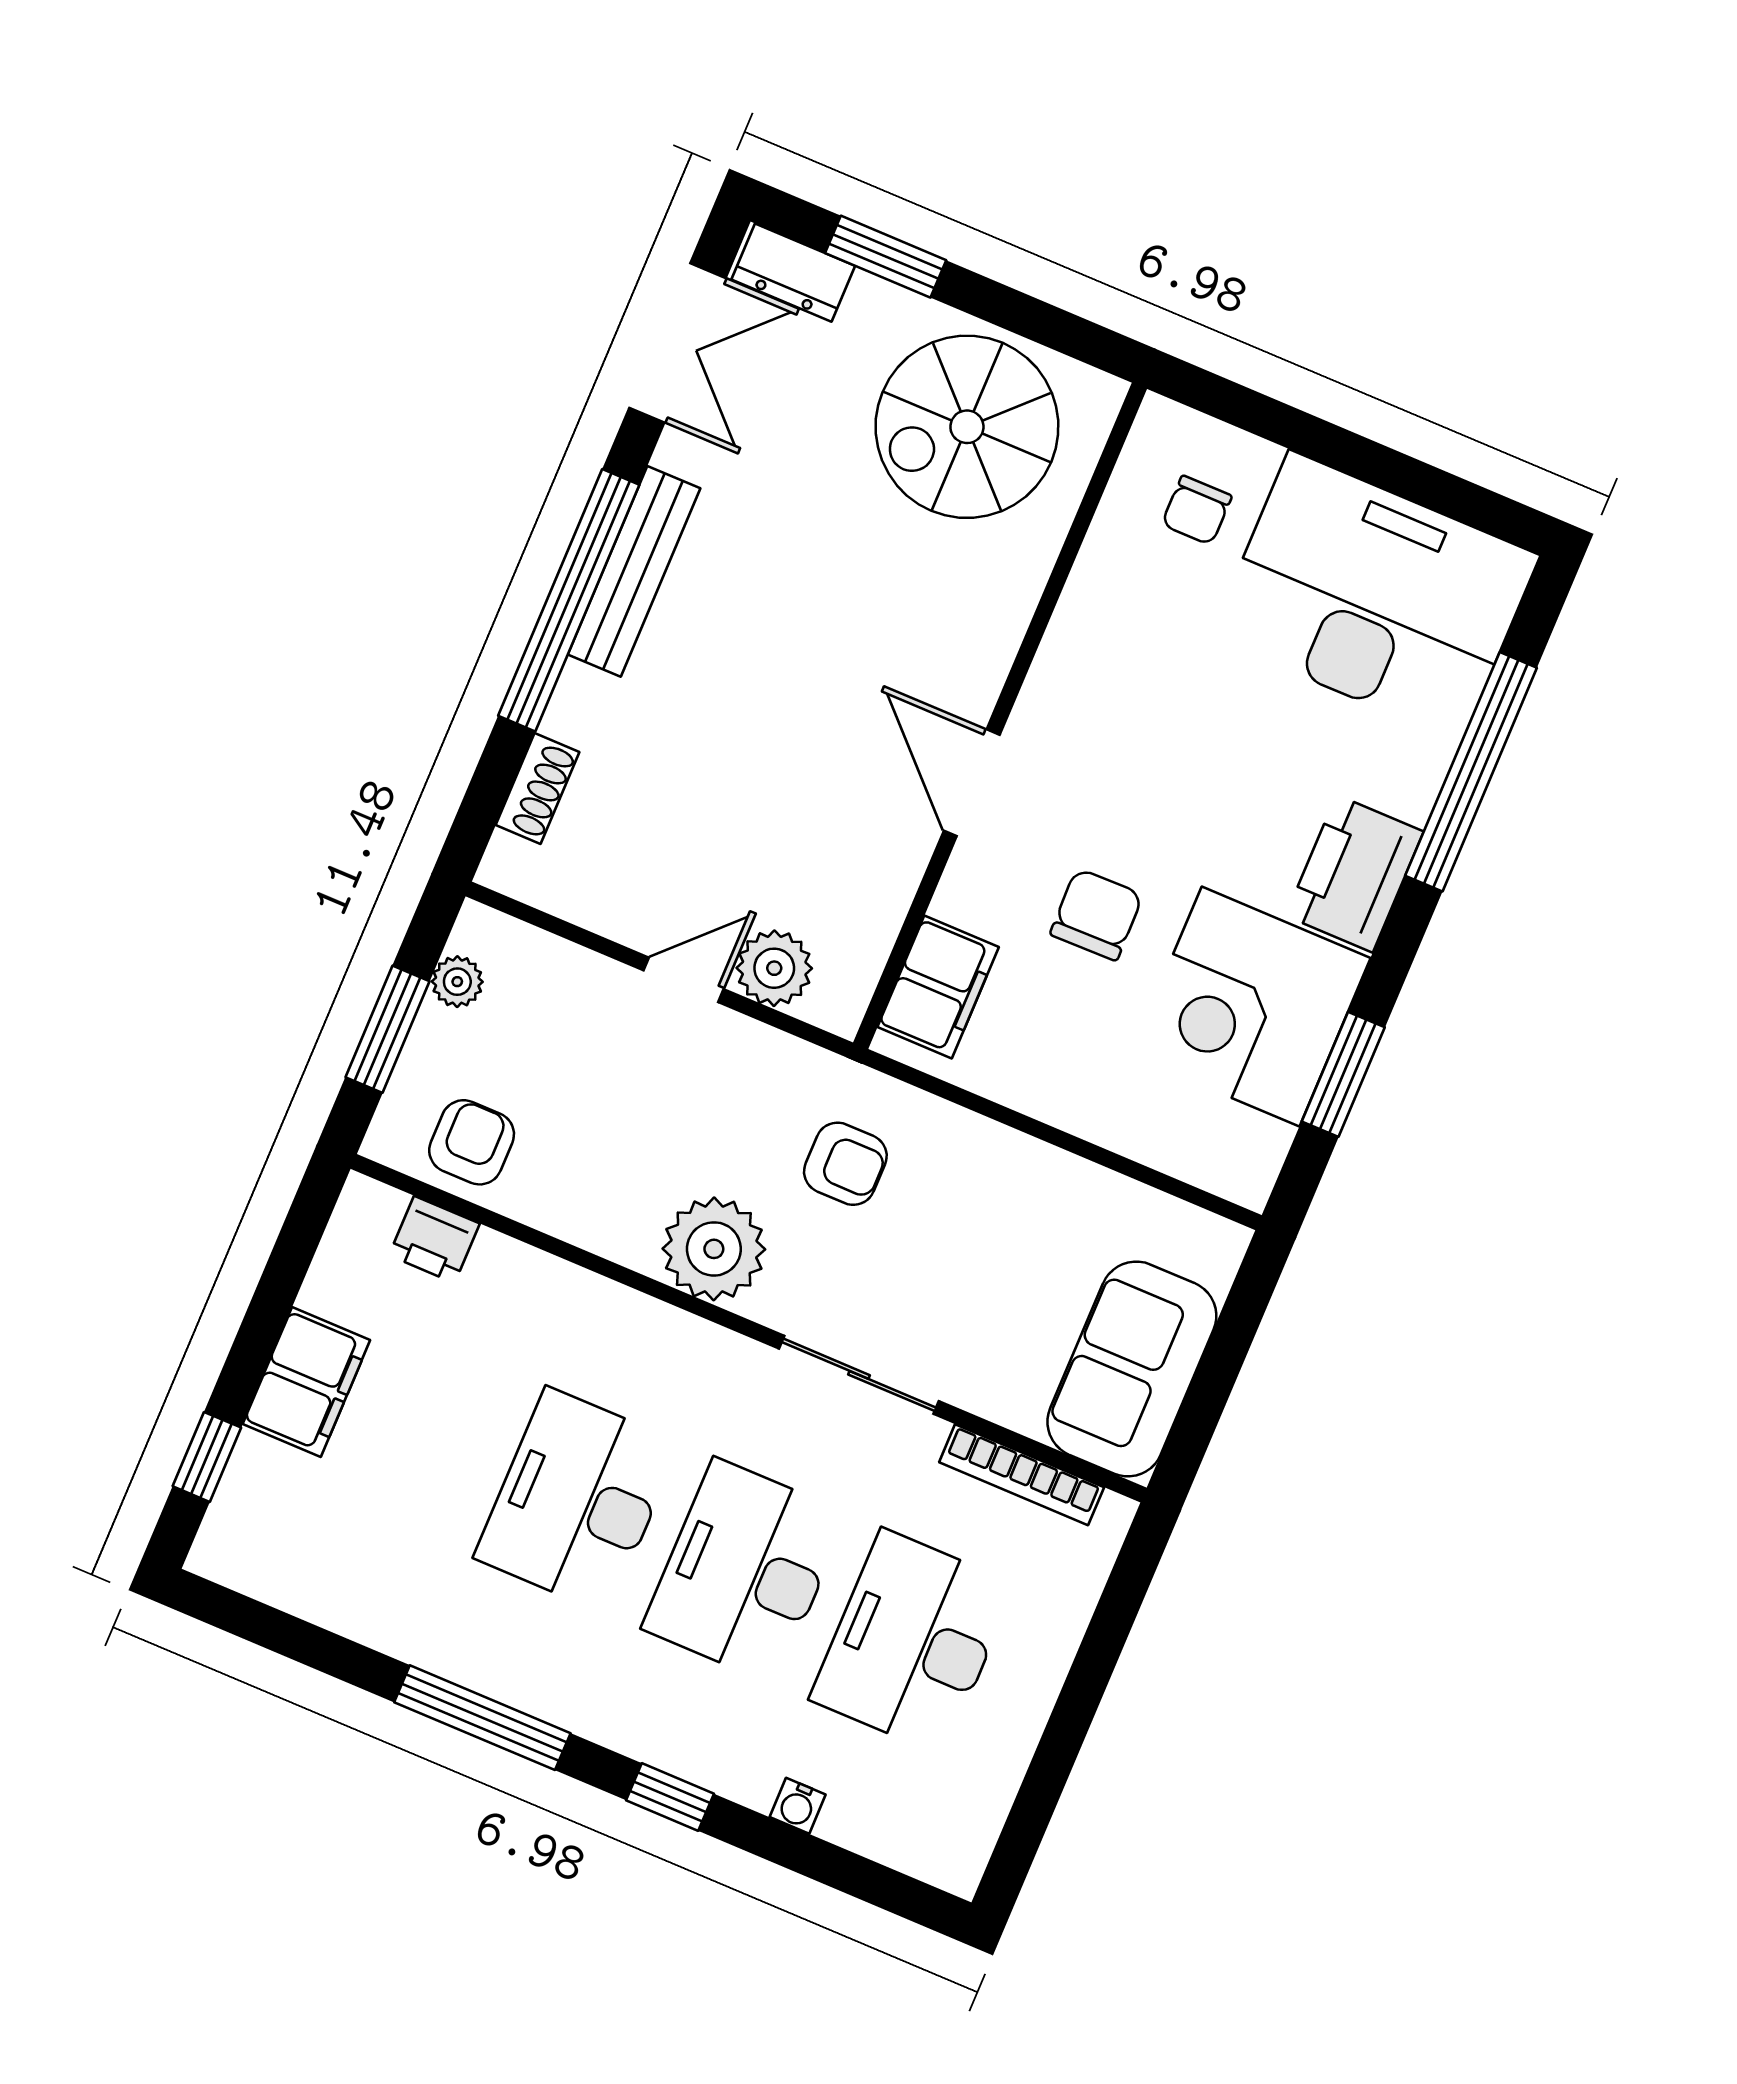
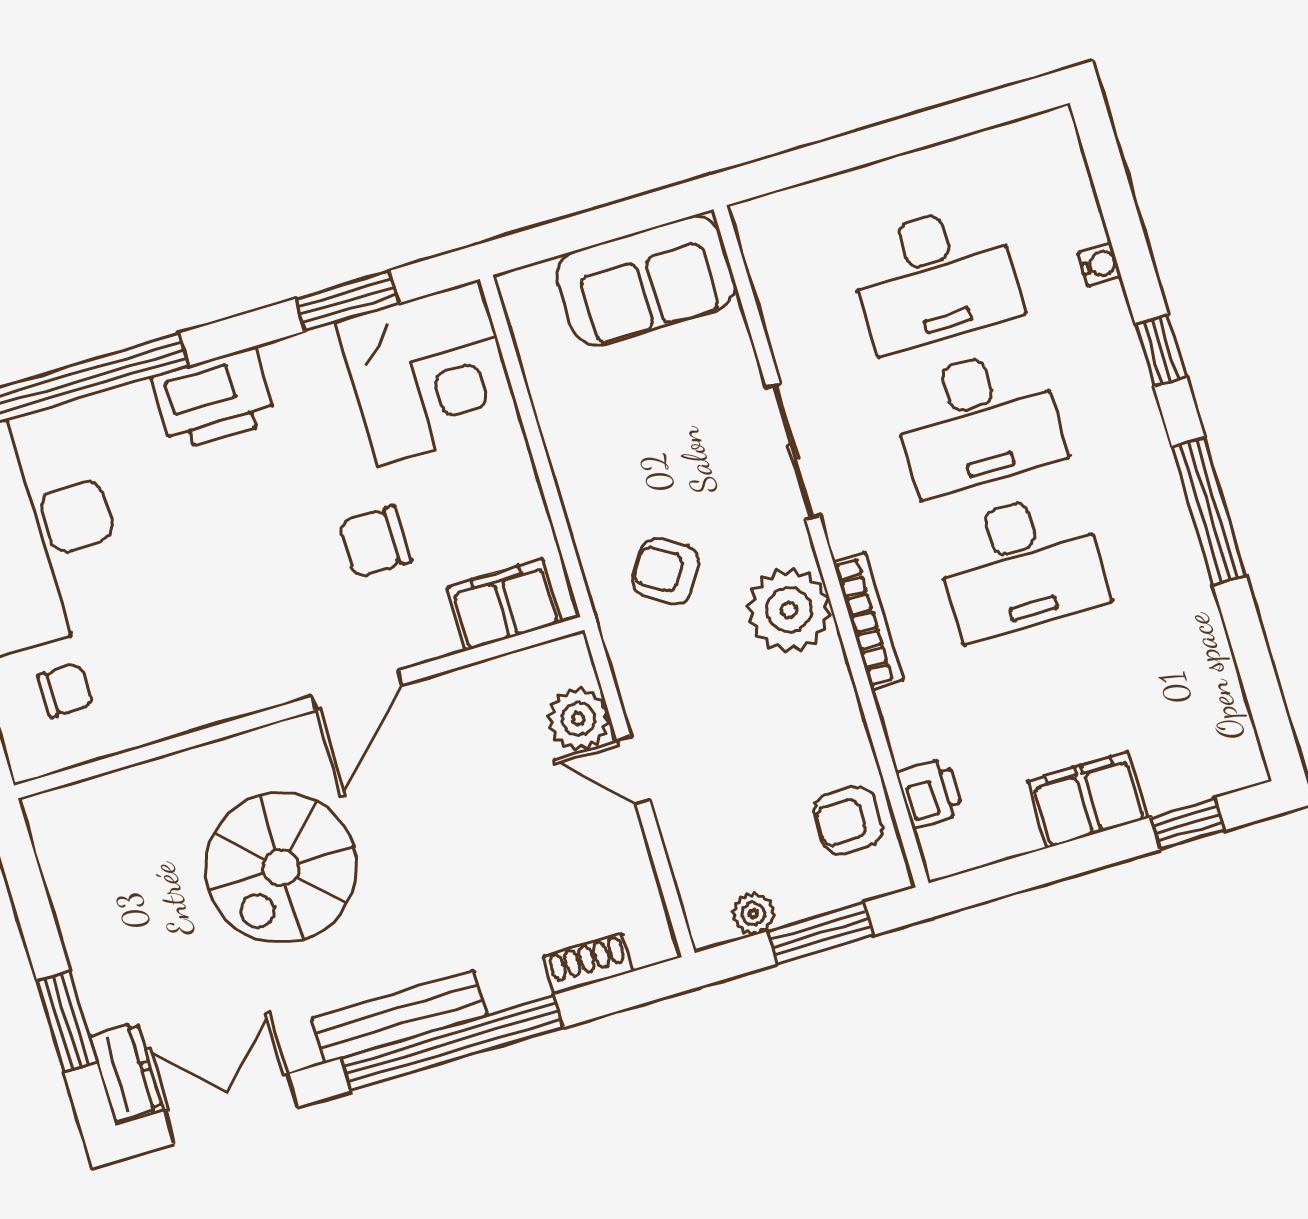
spiral stairs: (967, 427) -> (281, 868), moved, turned 90
corner desk: (1251, 1007) -> (429, 373), moved
armchair: (845, 1164) -> (666, 571), turned -58
bookcase: (1022, 1475) -> (868, 621), moved

